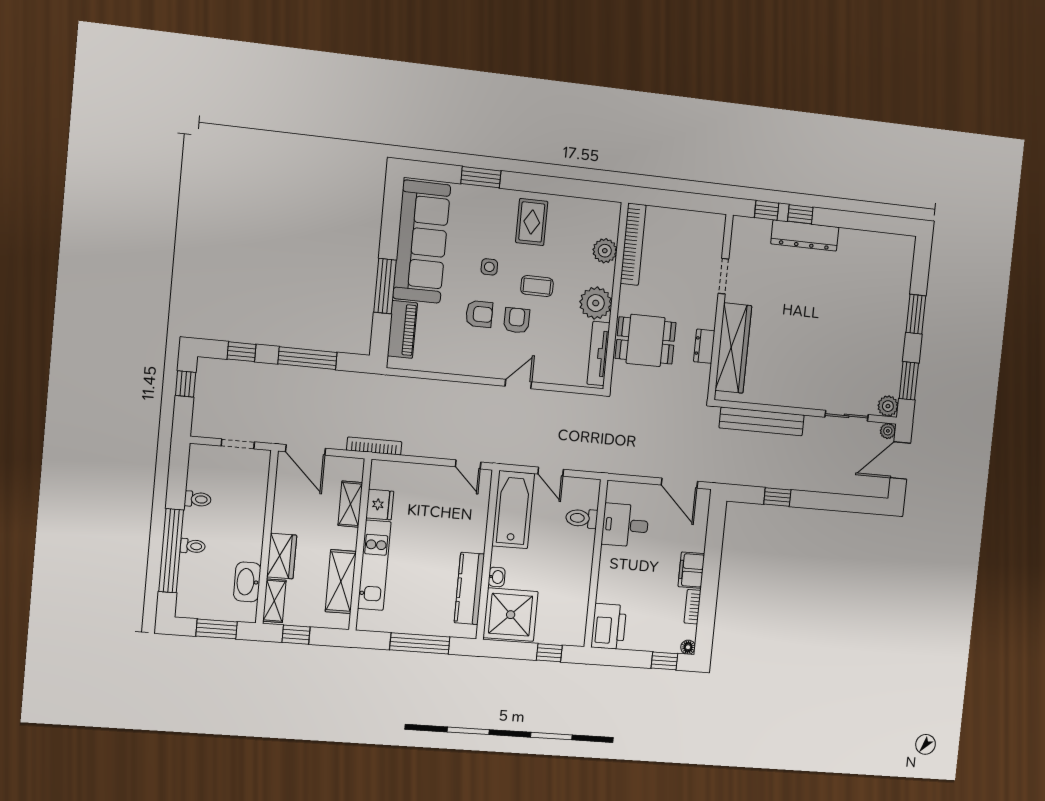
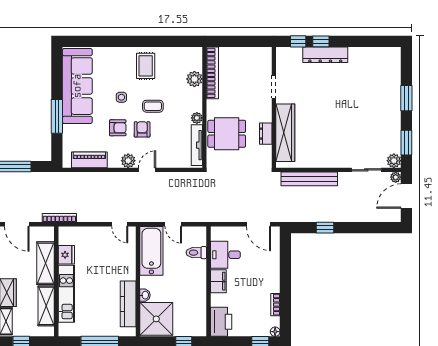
window: (481, 177) -> (111, 41), removed
plant: (596, 303) -> (197, 118), width x0.53, depth x0.53
piano: (402, 329) -> (89, 160), moved, turned -90
plant: (491, 367) -> (128, 161), added
shelving: (350, 504) -> (46, 263), width x1.50, depth x1.33
filing cabinet: (691, 570) -> (218, 281), moved, turned 180

